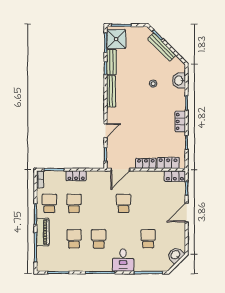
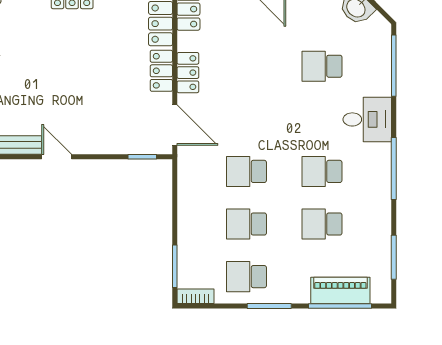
door: (106, 131) -> (57, 157), moved
locker: (76, 176) -> (188, 73), moved
school desk: (123, 203) -> (247, 171), moved
piano: (43, 232) -> (340, 290), moved

